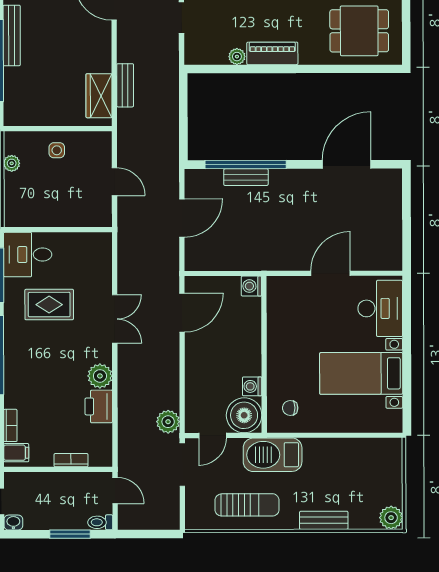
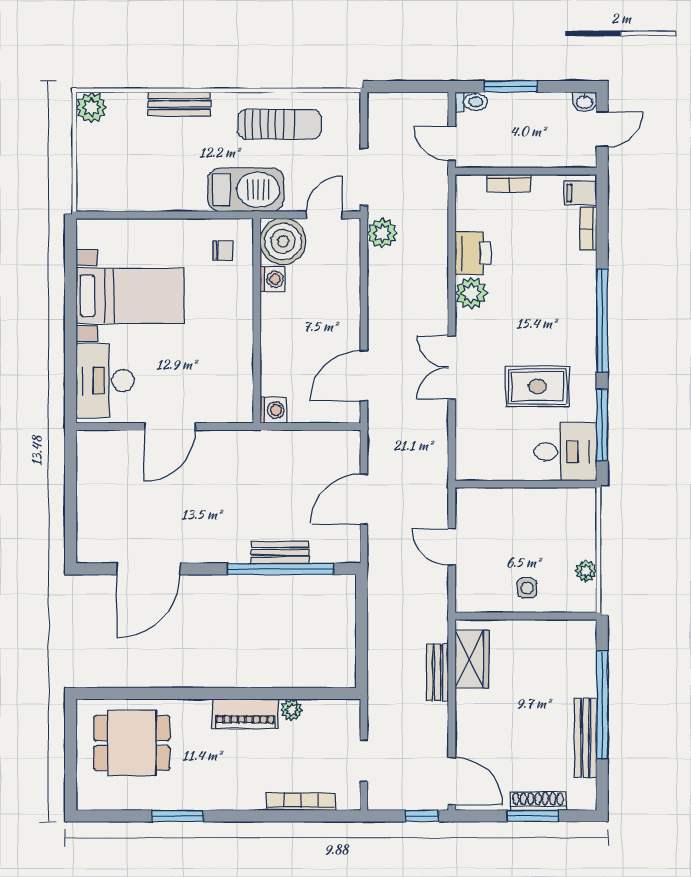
sun lounger: (247, 505) -> (279, 124), turned 180

